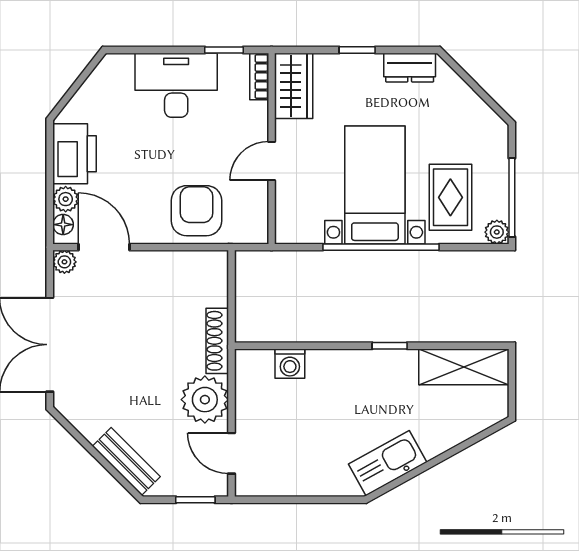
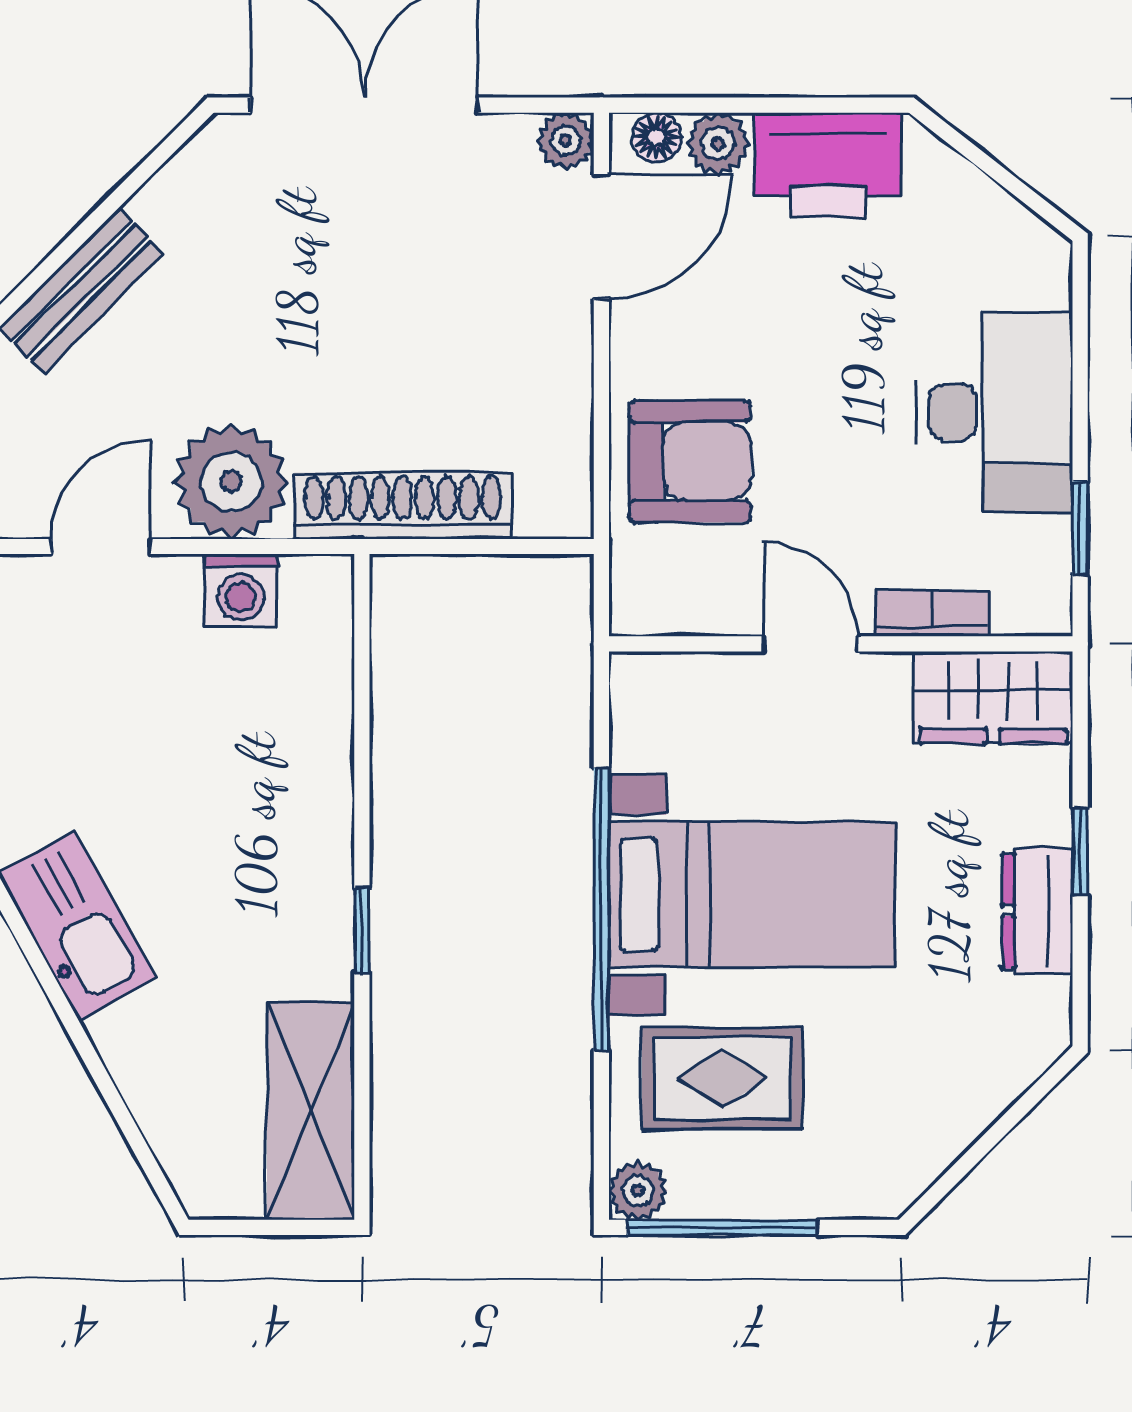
dresser: (410, 68) -> (1037, 911), moved
bookcase: (259, 77) -> (932, 614), moved
shoe rack: (217, 341) -> (403, 506), width x1.36, depth x1.24
washing machine: (290, 364) -> (241, 590), moved, turned -90

